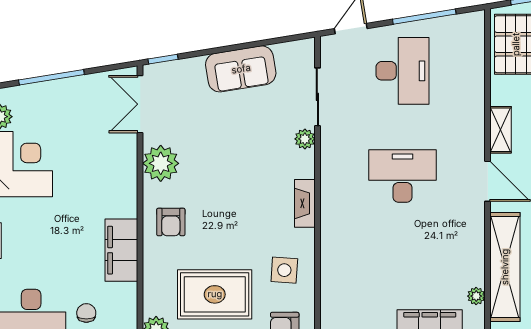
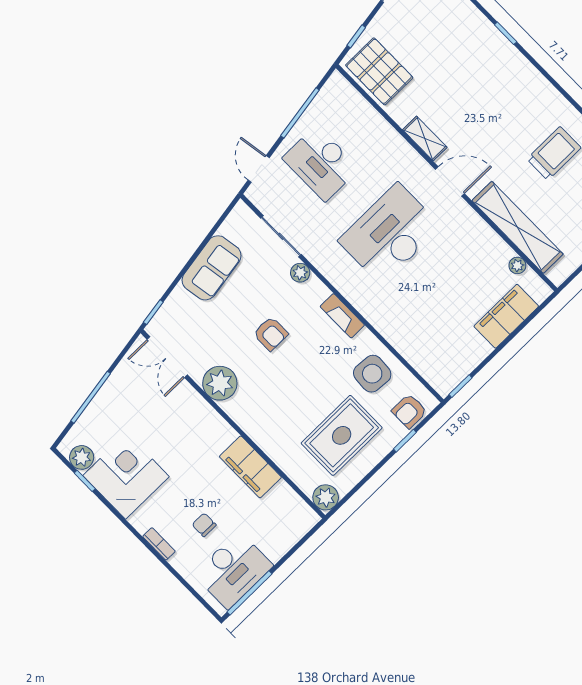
desk: (403, 71) -> (321, 163), turned 180
desk: (403, 176) -> (390, 234), width x1.36, depth x1.30
armchair: (171, 222) -> (271, 334), moved
side table: (284, 270) -> (372, 374), width x1.37, depth x1.37
chair: (86, 313) -> (204, 525), moved

